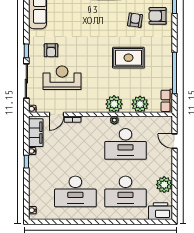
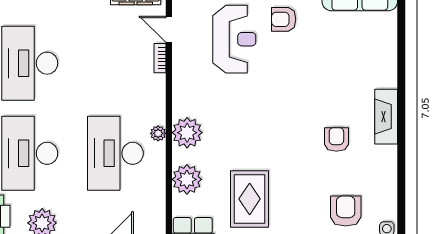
armchair: (135, 20) -> (336, 140), moved, turned -98
rug: (128, 58) -> (250, 199), moved

